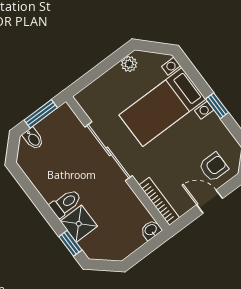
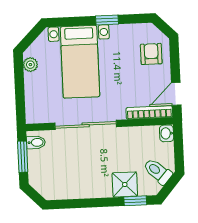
bidet: (33, 139) -> (36, 142), moved
door: (210, 202) -> (176, 94), moved
toilet: (66, 203) -> (158, 171), moved, turned -49

